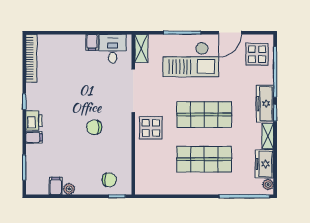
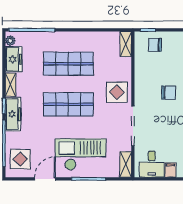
shelving: (141, 181) -> (126, 44), added

